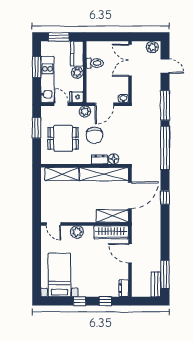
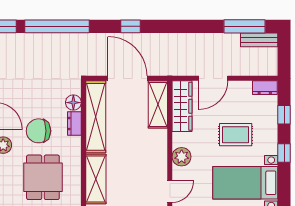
chair: (95, 135) -> (38, 131), turned 180
rug: (92, 268) -> (236, 135), added

